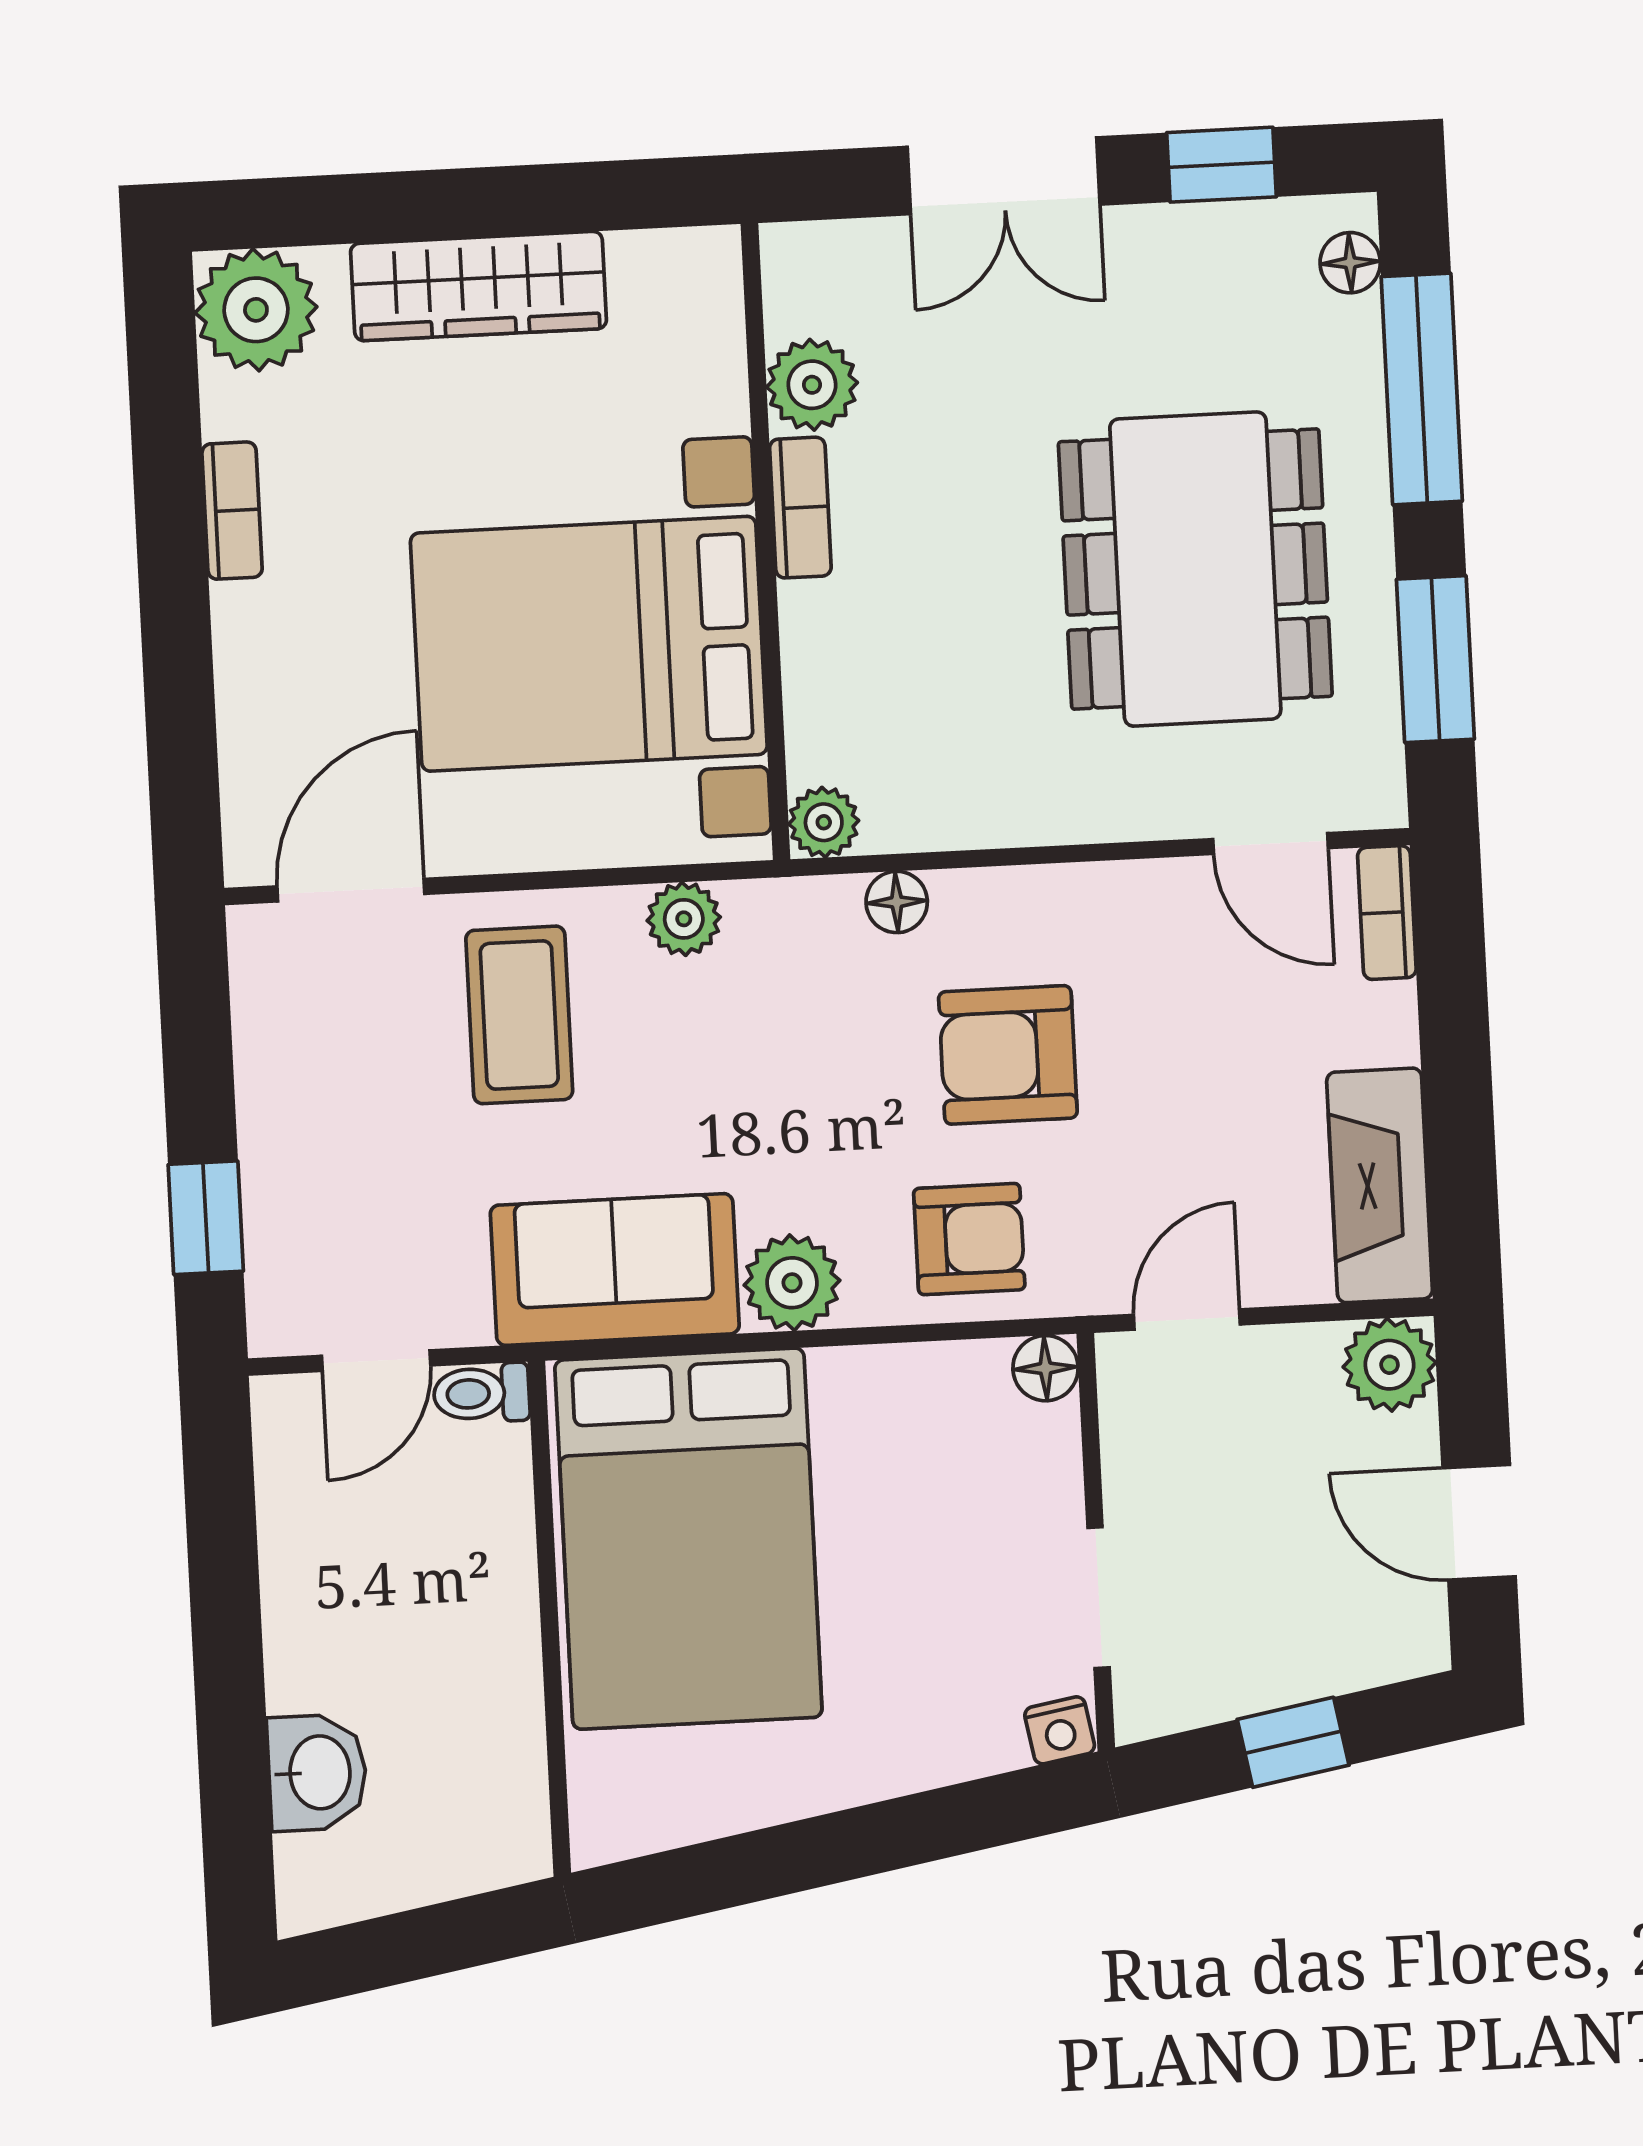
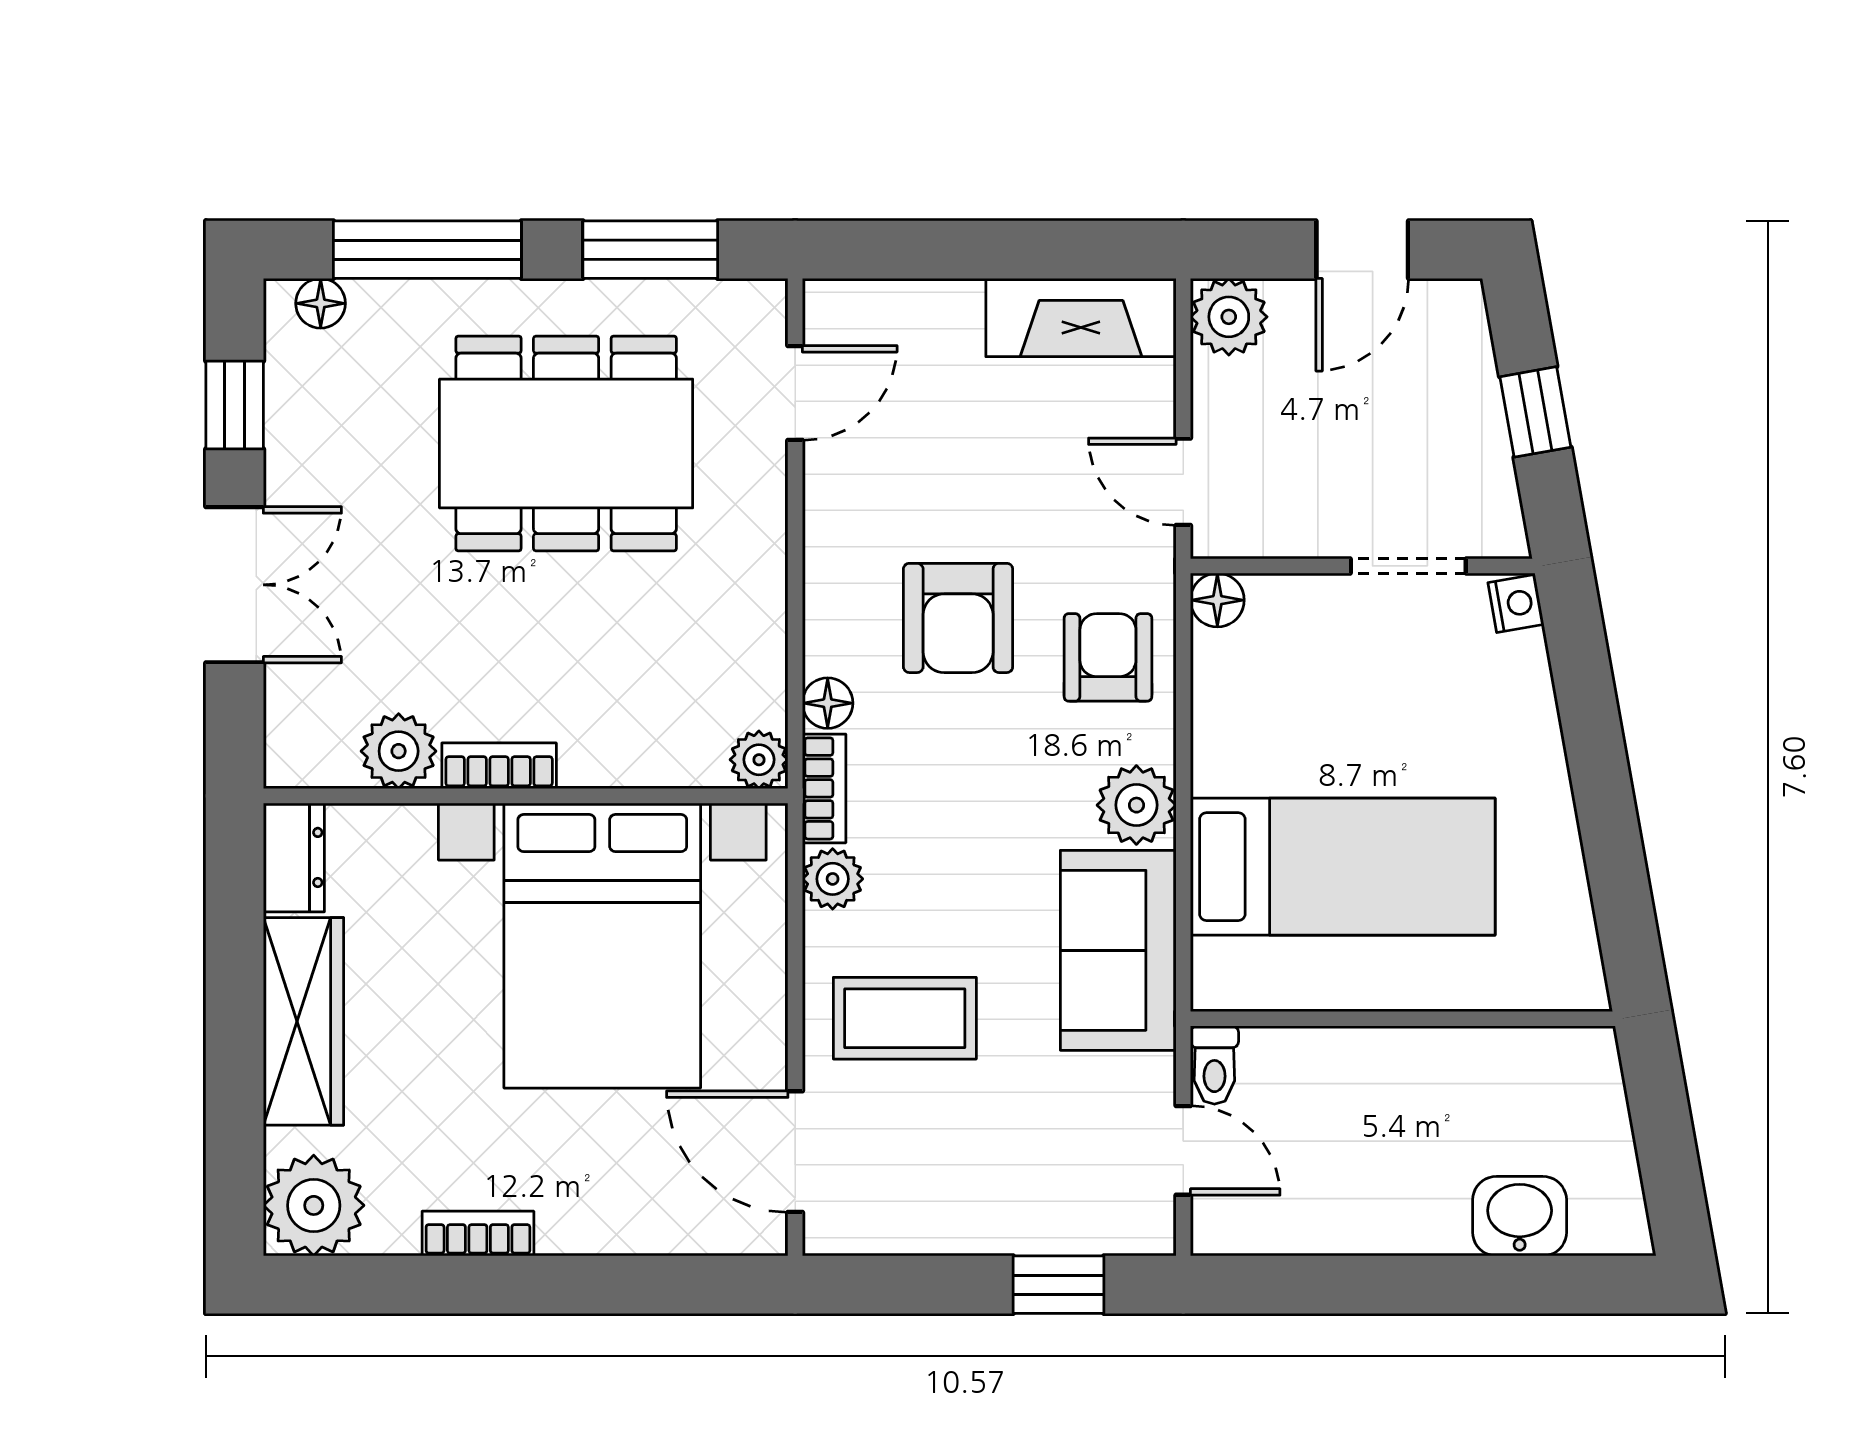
dresser: (677, 264) -> (294, 857), added
bookcase: (1387, 913) -> (824, 788), moved, turned -90
bed: (688, 1539) -> (1343, 867), width x0.67

